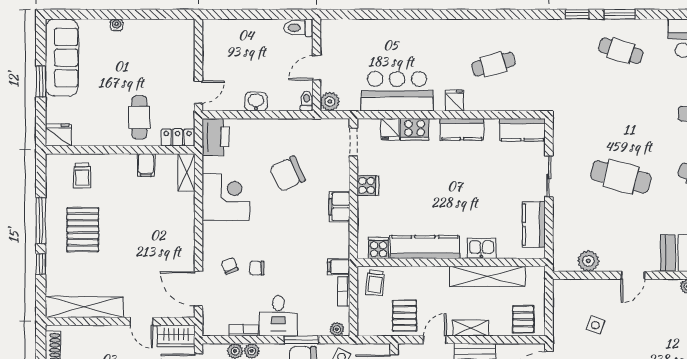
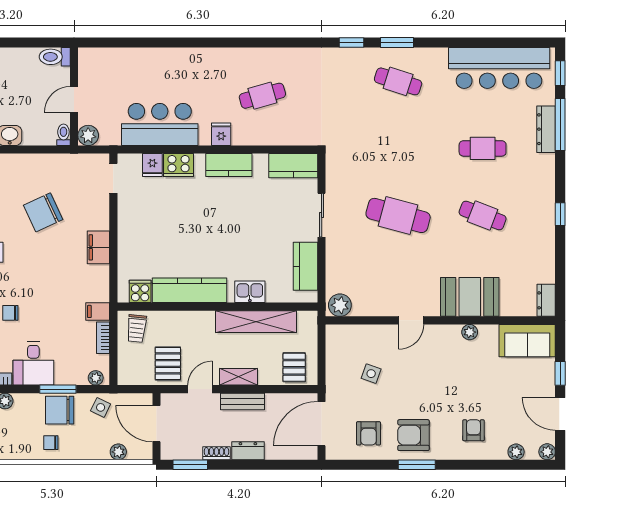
cooker: (368, 185) -> (129, 225), removed
plant: (588, 261) -> (340, 305), moved

